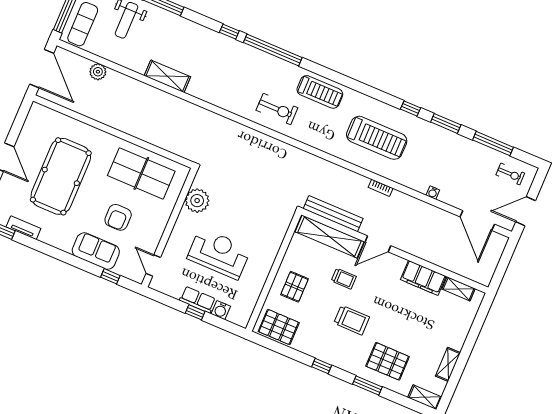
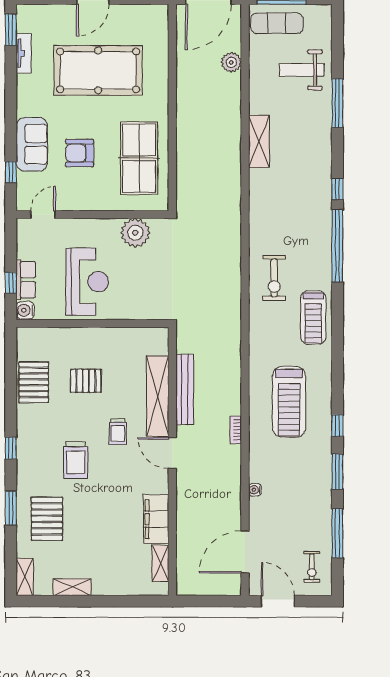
wall: (274, 272) -> (92, 323), moved

